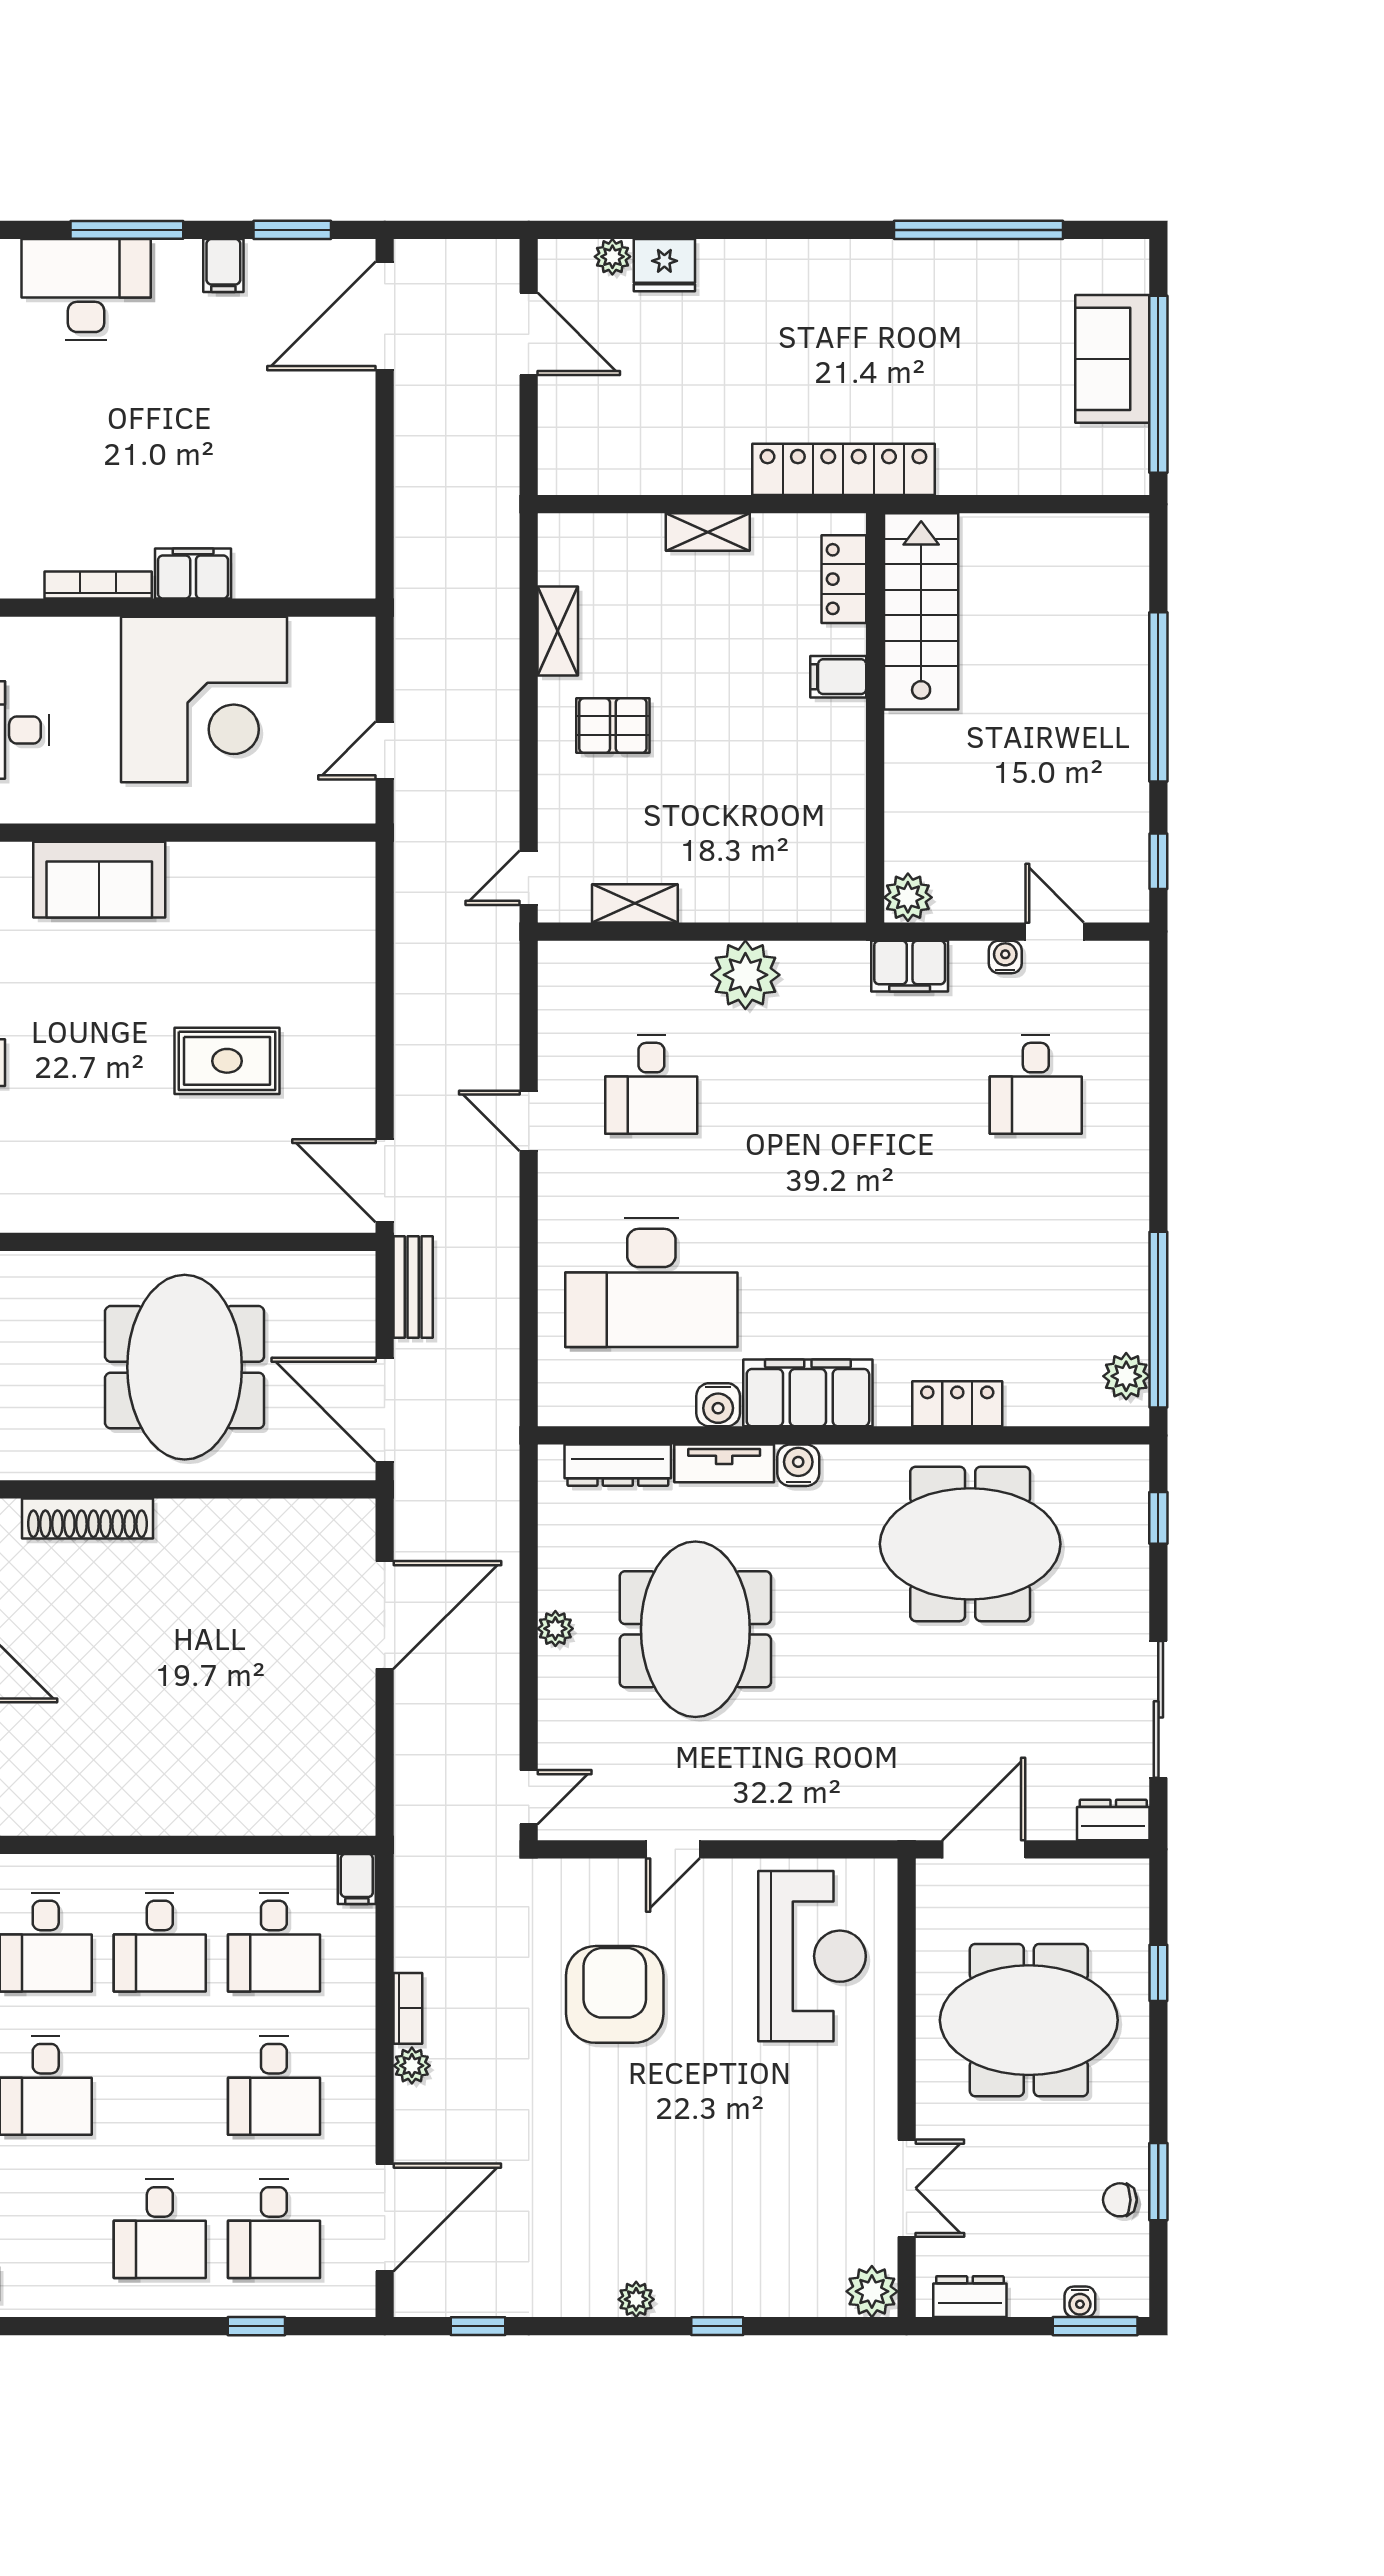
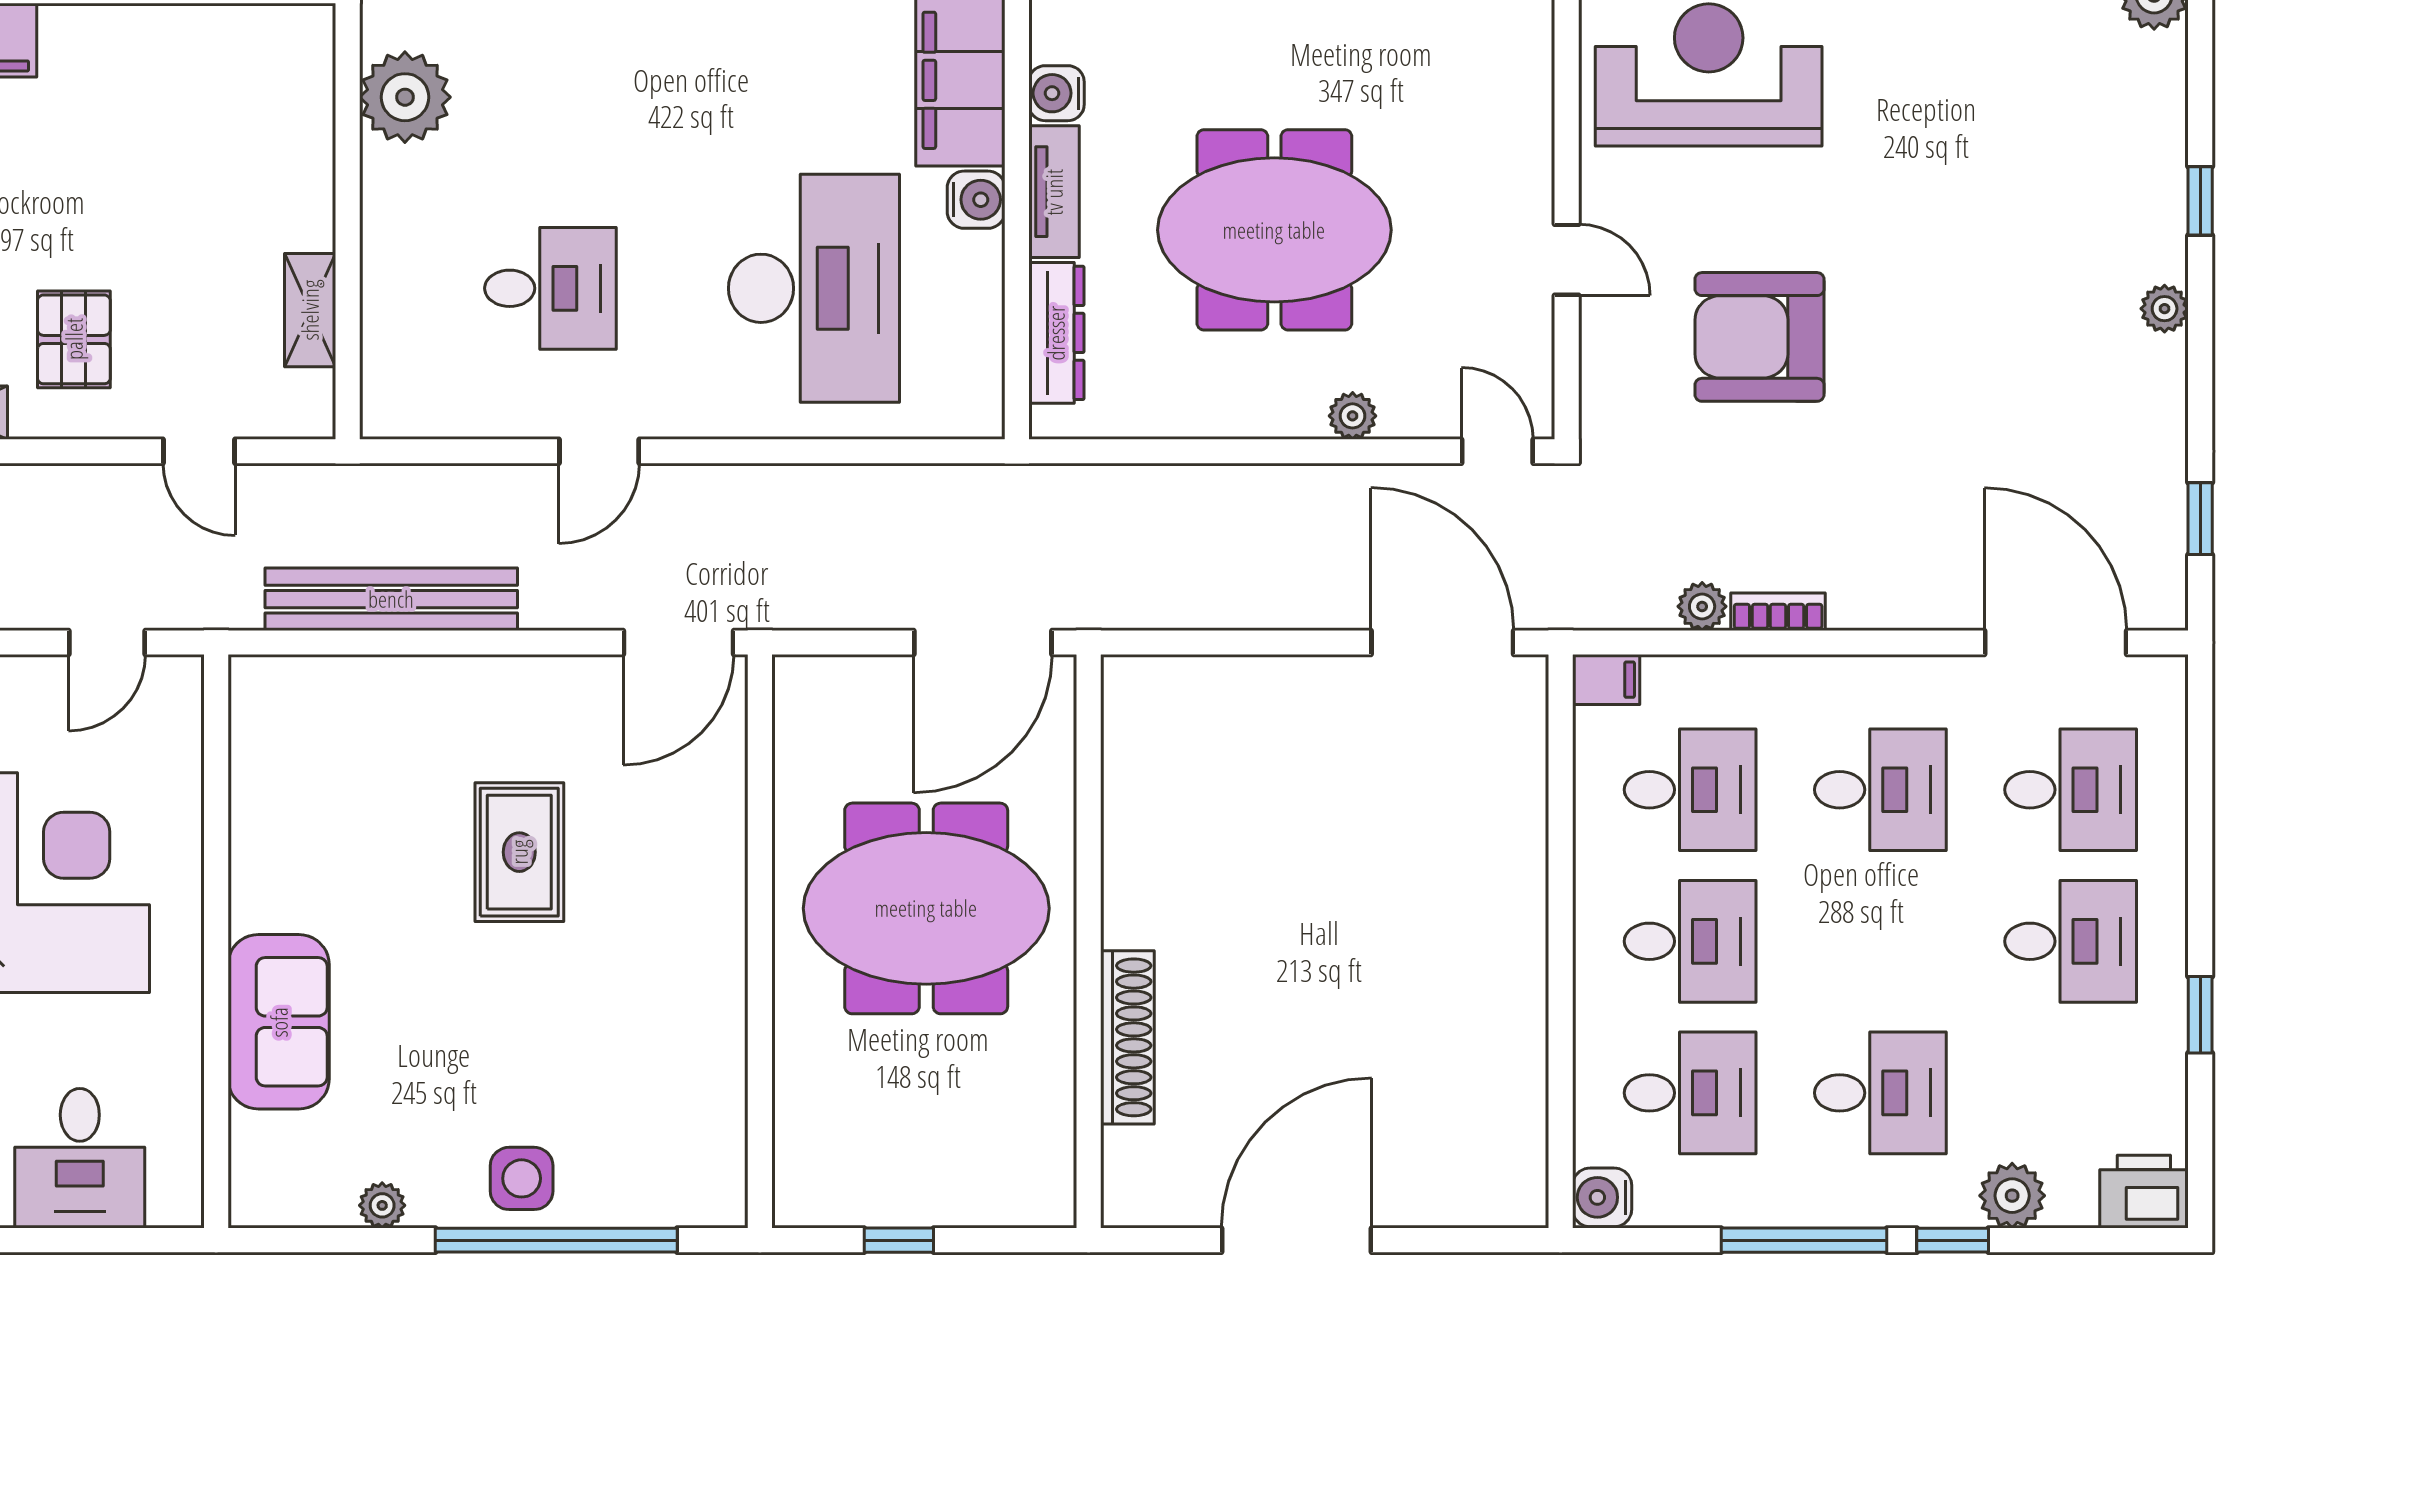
door: (385, 750) -> (107, 643), hinge flipped
door: (529, 878) -> (199, 451), moved
plant: (745, 975) -> (405, 97), moved
bench: (413, 1287) -> (391, 599), moved, width x1.86, depth x1.21
door: (385, 1615) -> (1442, 643), moved
plant: (555, 1629) -> (1353, 416), moved
plant: (412, 2066) -> (1702, 606), moved
window: (256, 2326) -> (2200, 1015), moved

